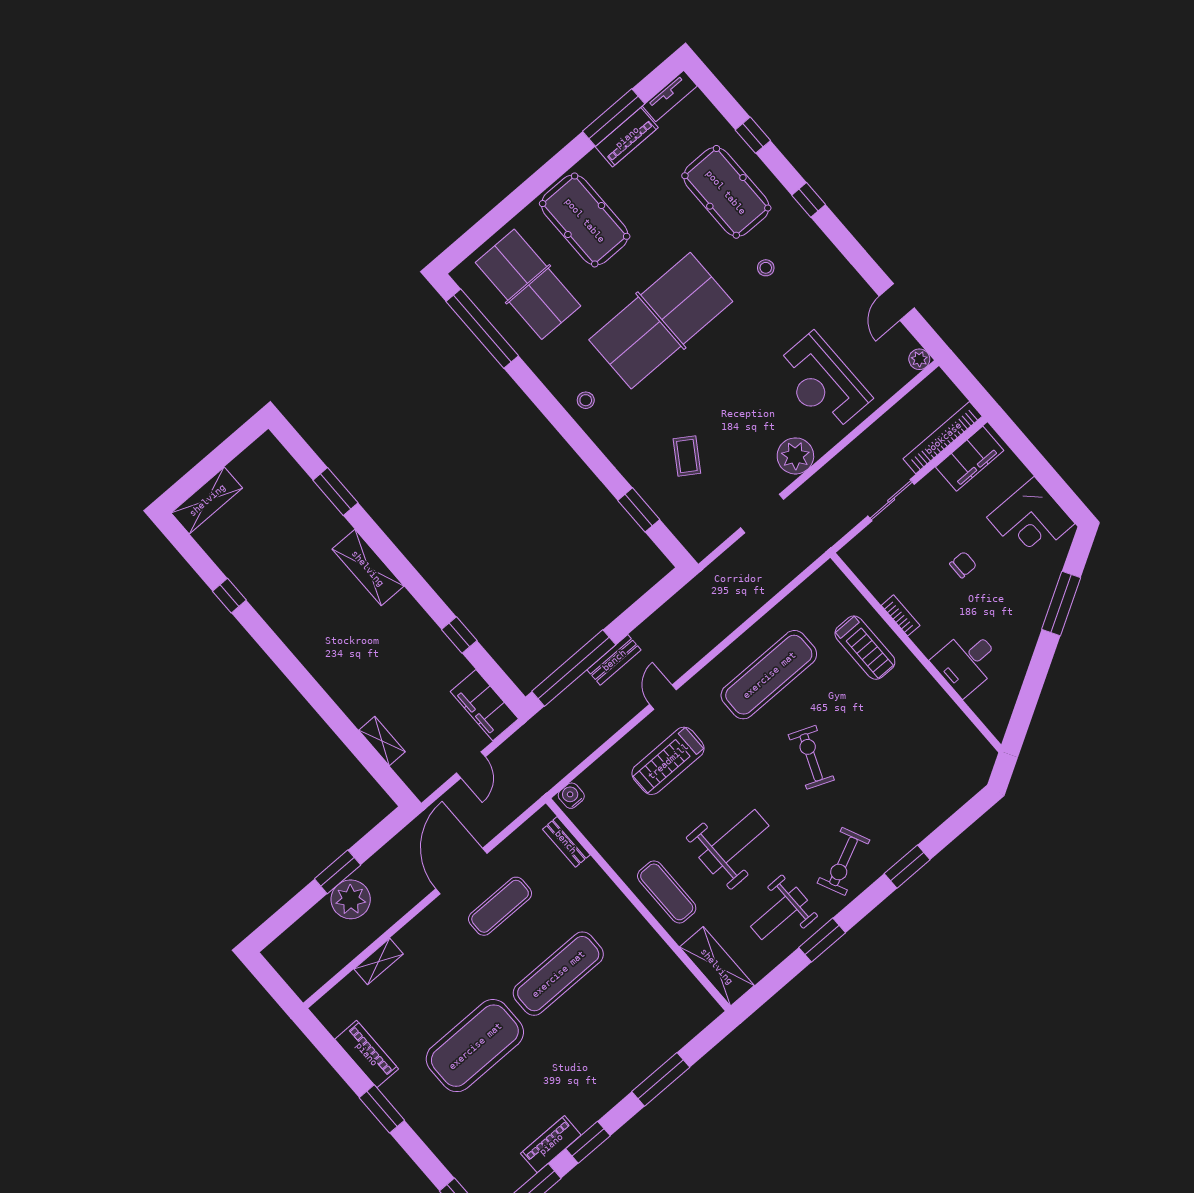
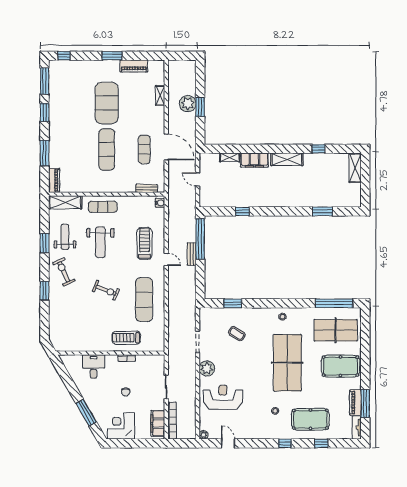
shelving: (368, 568) -> (287, 159), moved
filing cabinet: (484, 705) -> (254, 160), moved, turned 180
piano: (551, 1144) -> (54, 180), moved

